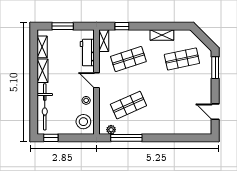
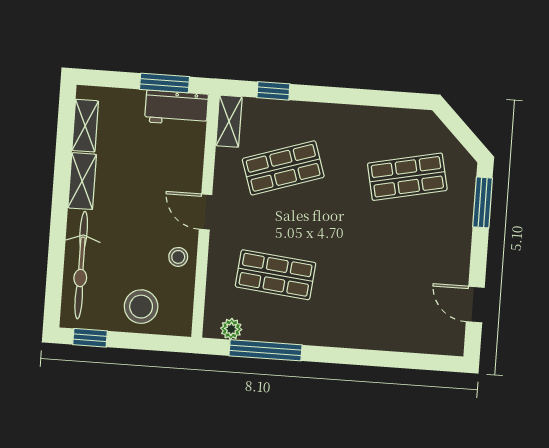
window: (63, 26) -> (165, 83), moved
shelving: (162, 35) -> (365, 118), removed
workbench: (87, 53) -> (176, 108), moved, turned -90
shop shelf: (128, 105) -> (276, 275), turned 30
stool: (83, 122) -> (141, 307), moved

